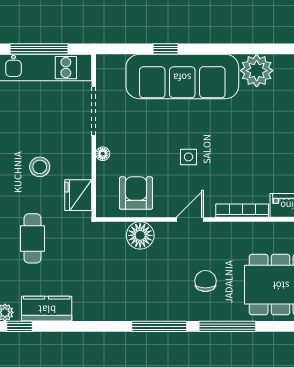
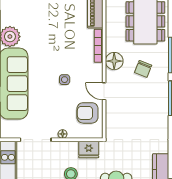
door: (190, 219) -> (104, 91), moved
floor lamp: (140, 235) -> (114, 61), moved
chair: (205, 281) -> (143, 69), turned -69

